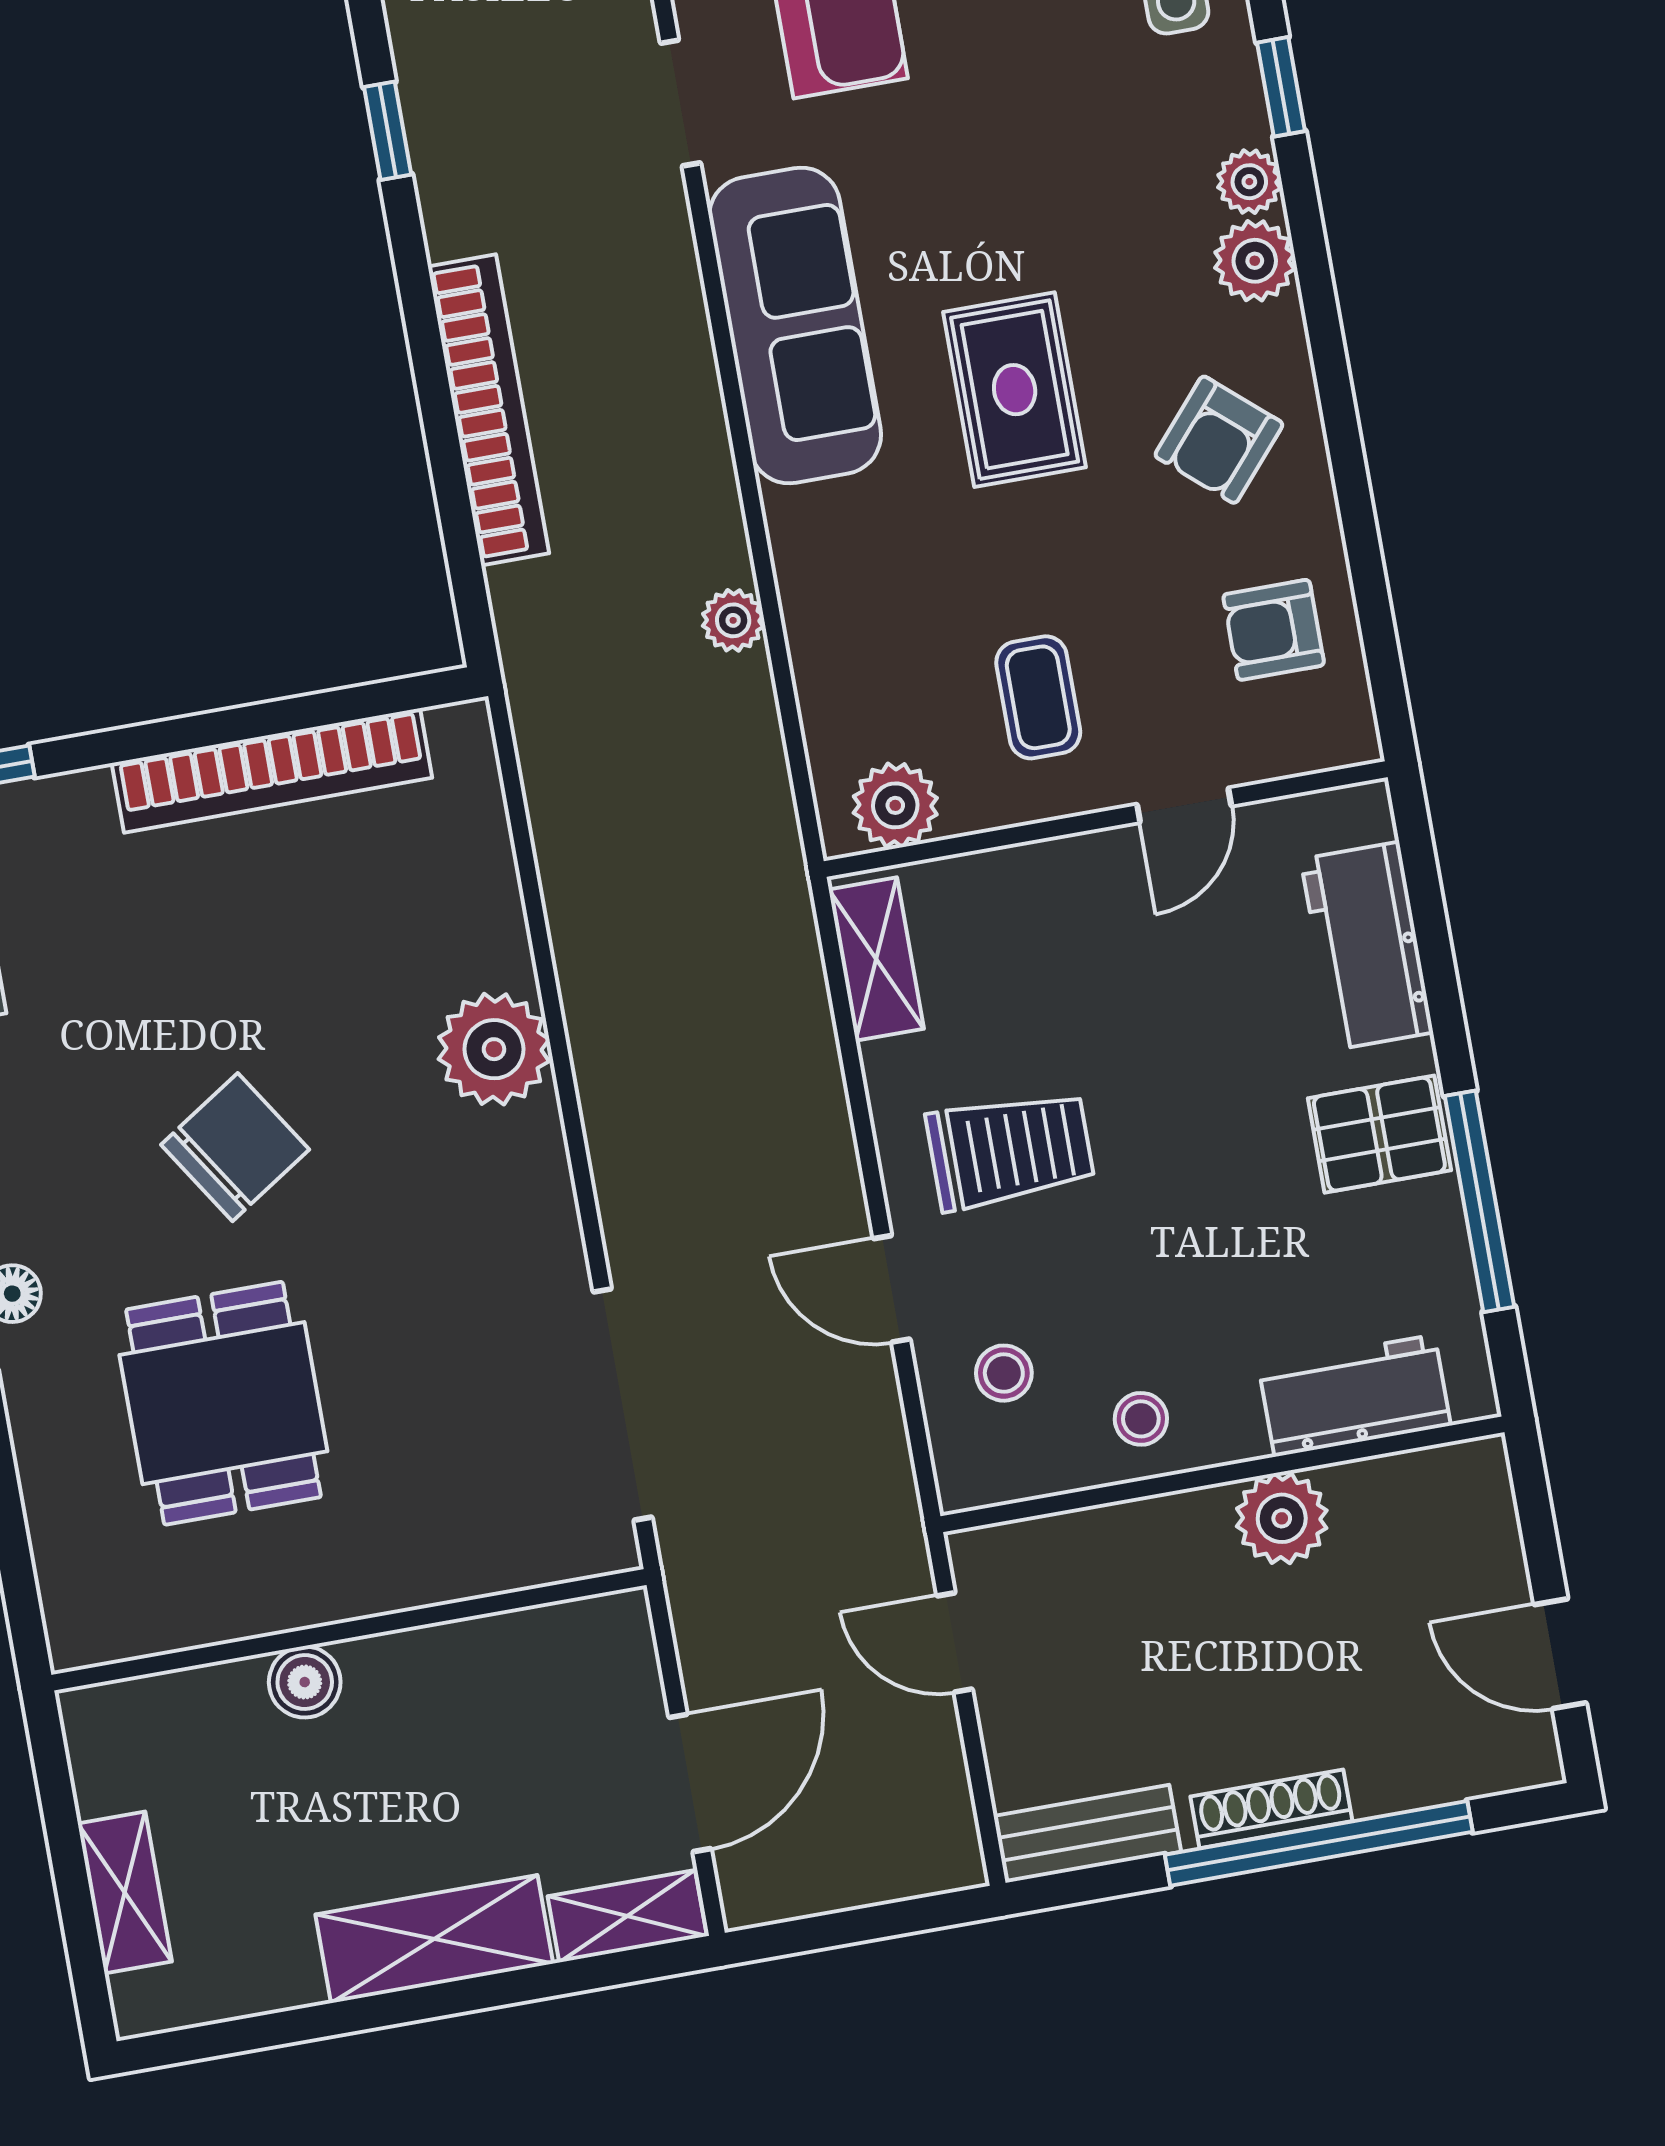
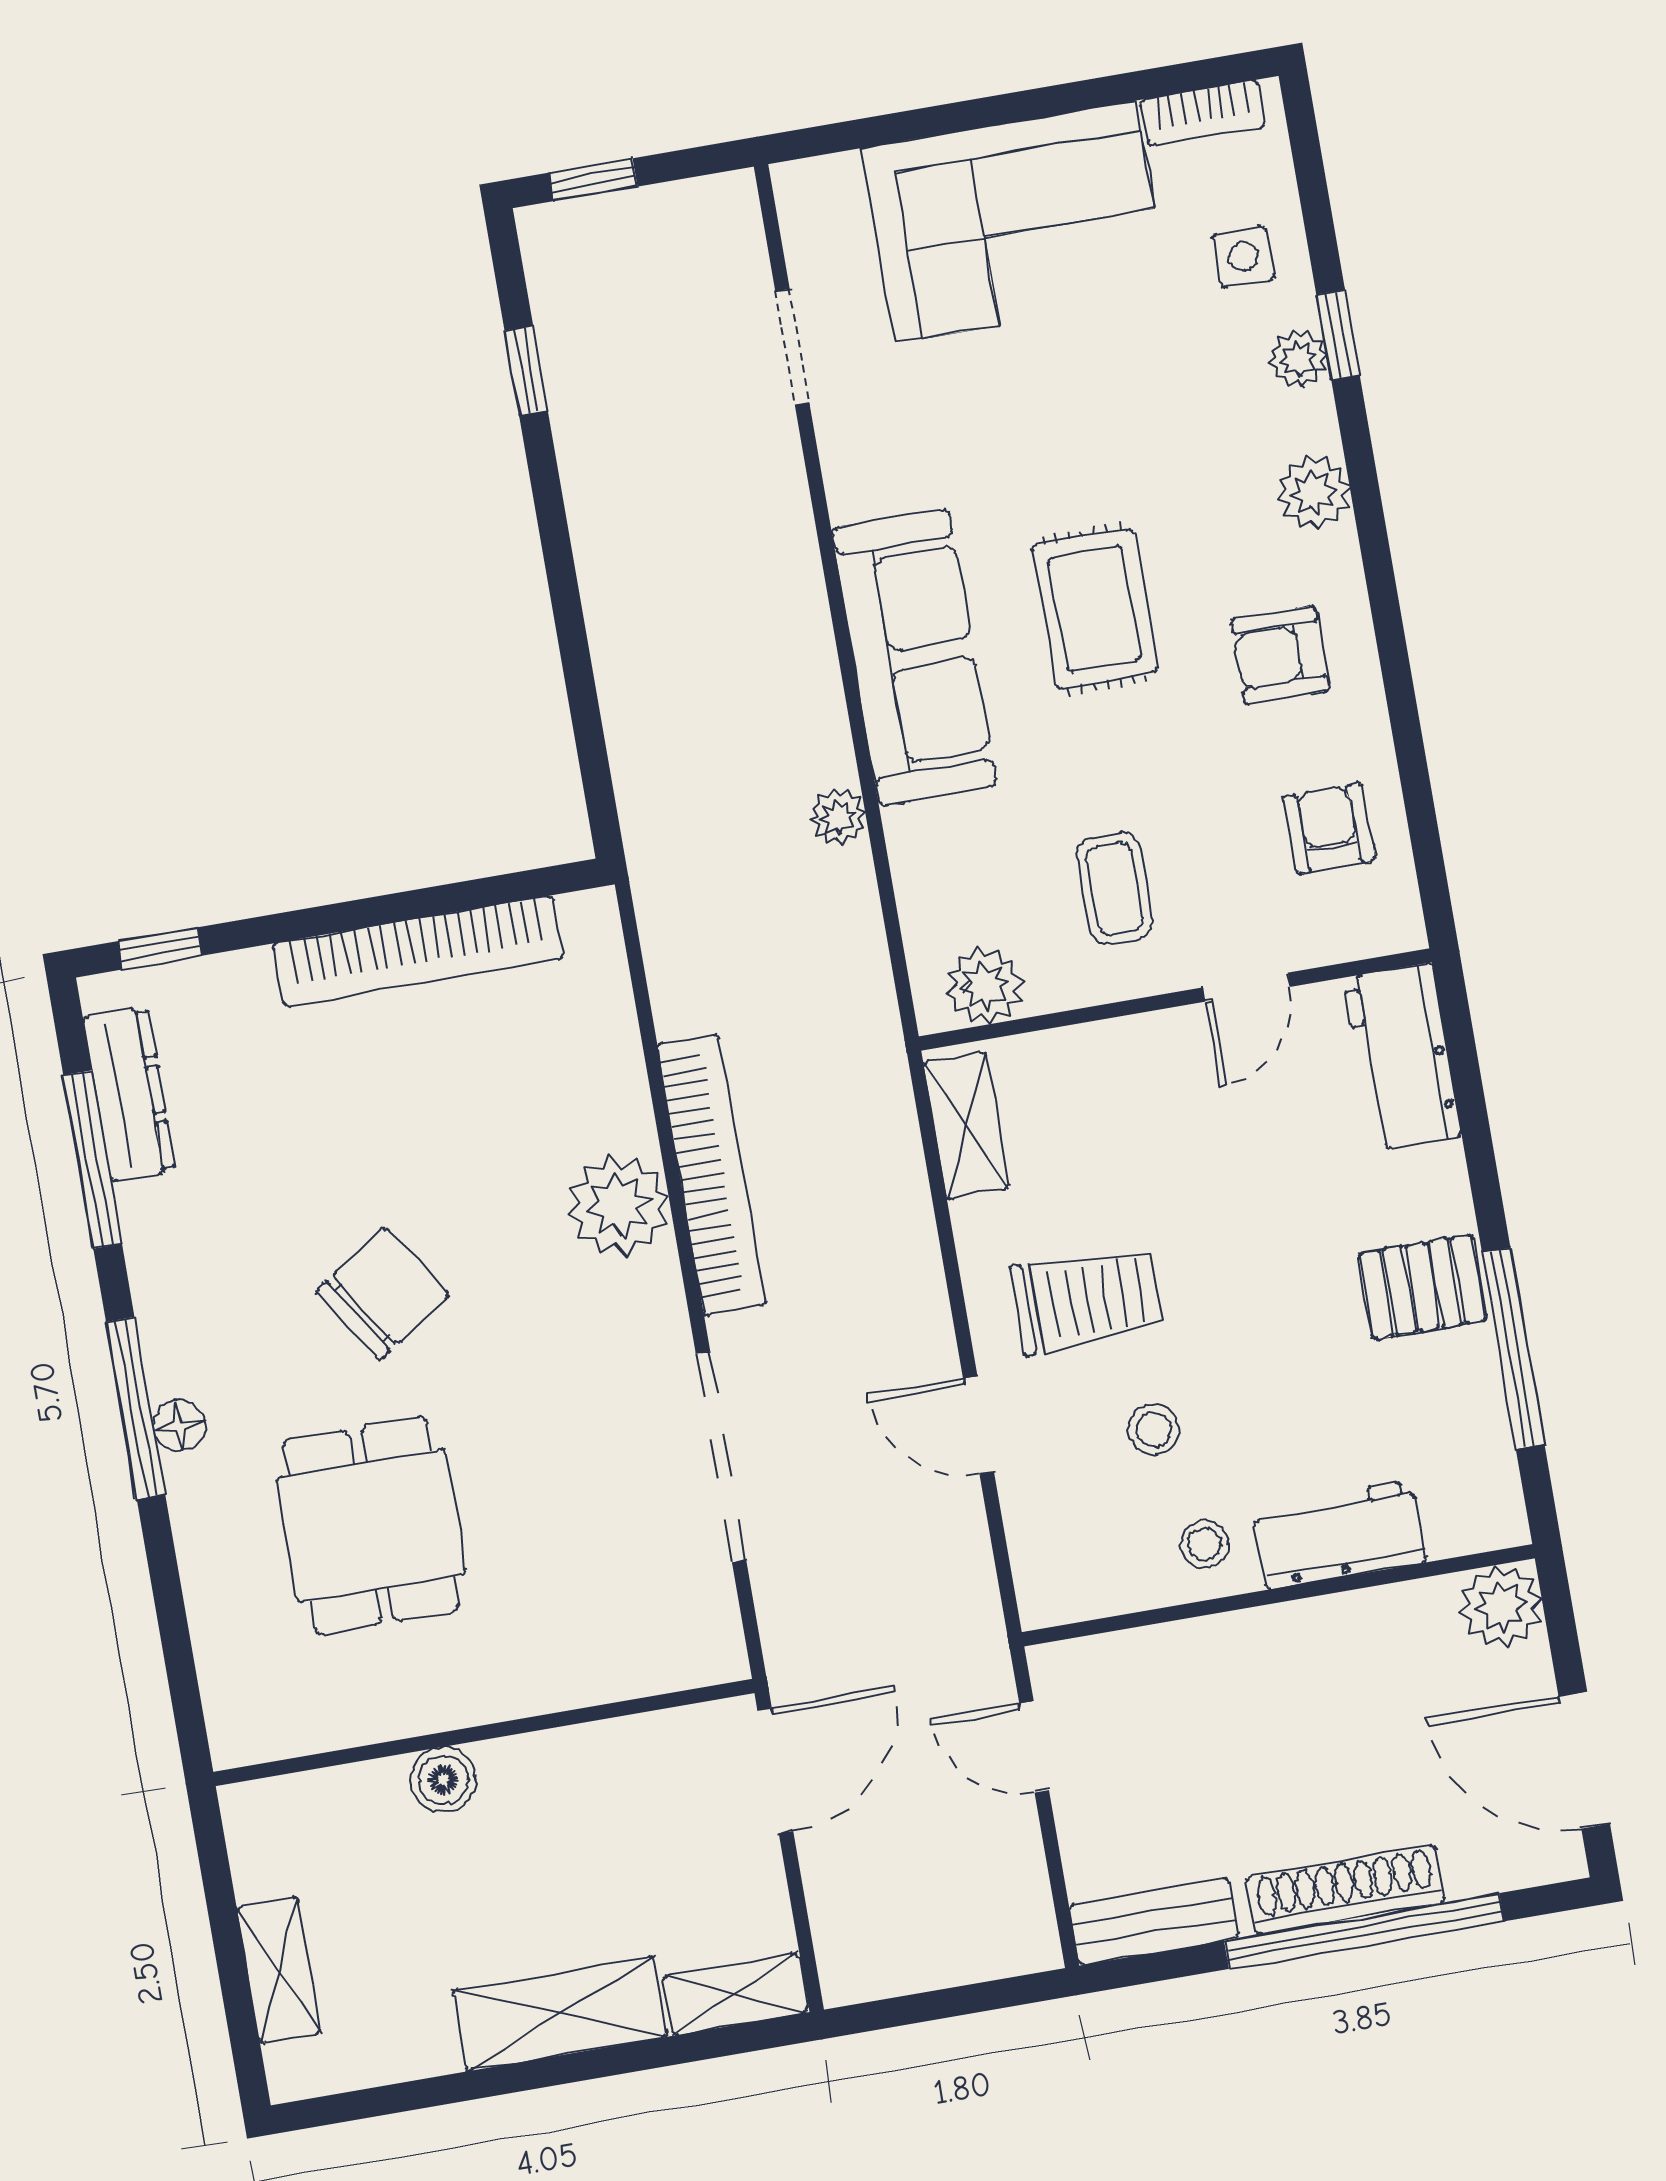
plant: (1249, 182) -> (1298, 359), moved
sofa: (795, 325) -> (914, 657), moved
bookcase: (488, 410) -> (711, 1174), moved
armchair: (1219, 440) -> (1280, 655), turned 49
armchair: (1274, 630) -> (1329, 828), turned 89
workbench: (1367, 946) -> (1402, 1057), moved
stool: (1004, 1373) -> (1154, 1430), moved
workbench: (1355, 1396) -> (1339, 1535), moved
doorway: (623, 1405) -> (721, 1457), moved
plant: (1282, 1518) -> (1501, 1606), moved
door: (1560, 1654) -> (1584, 1760), width x1.38
door: (690, 1783) -> (775, 1770), moved
shoe rack: (1271, 1809) -> (1345, 1890), width x1.36, depth x1.24

